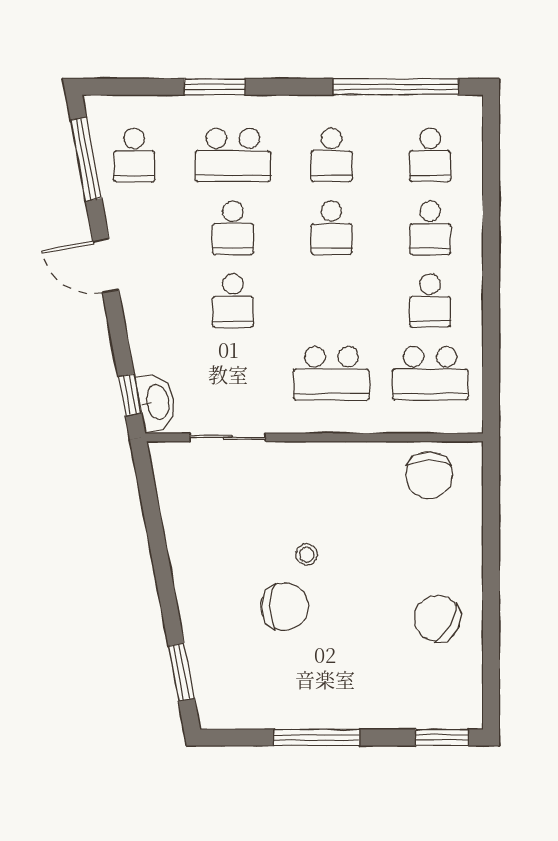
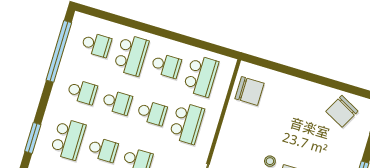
school desk: (430, 228) -> (131, 55), width x1.85
school desk: (332, 301) -> (152, 113), added
chair: (437, 619) -> (342, 111), moved

